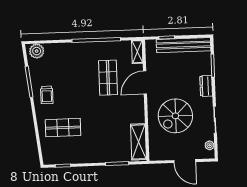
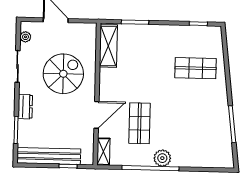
plant: (37, 51) -> (162, 158), moved
trolley: (47, 95) -> (212, 107), removed

